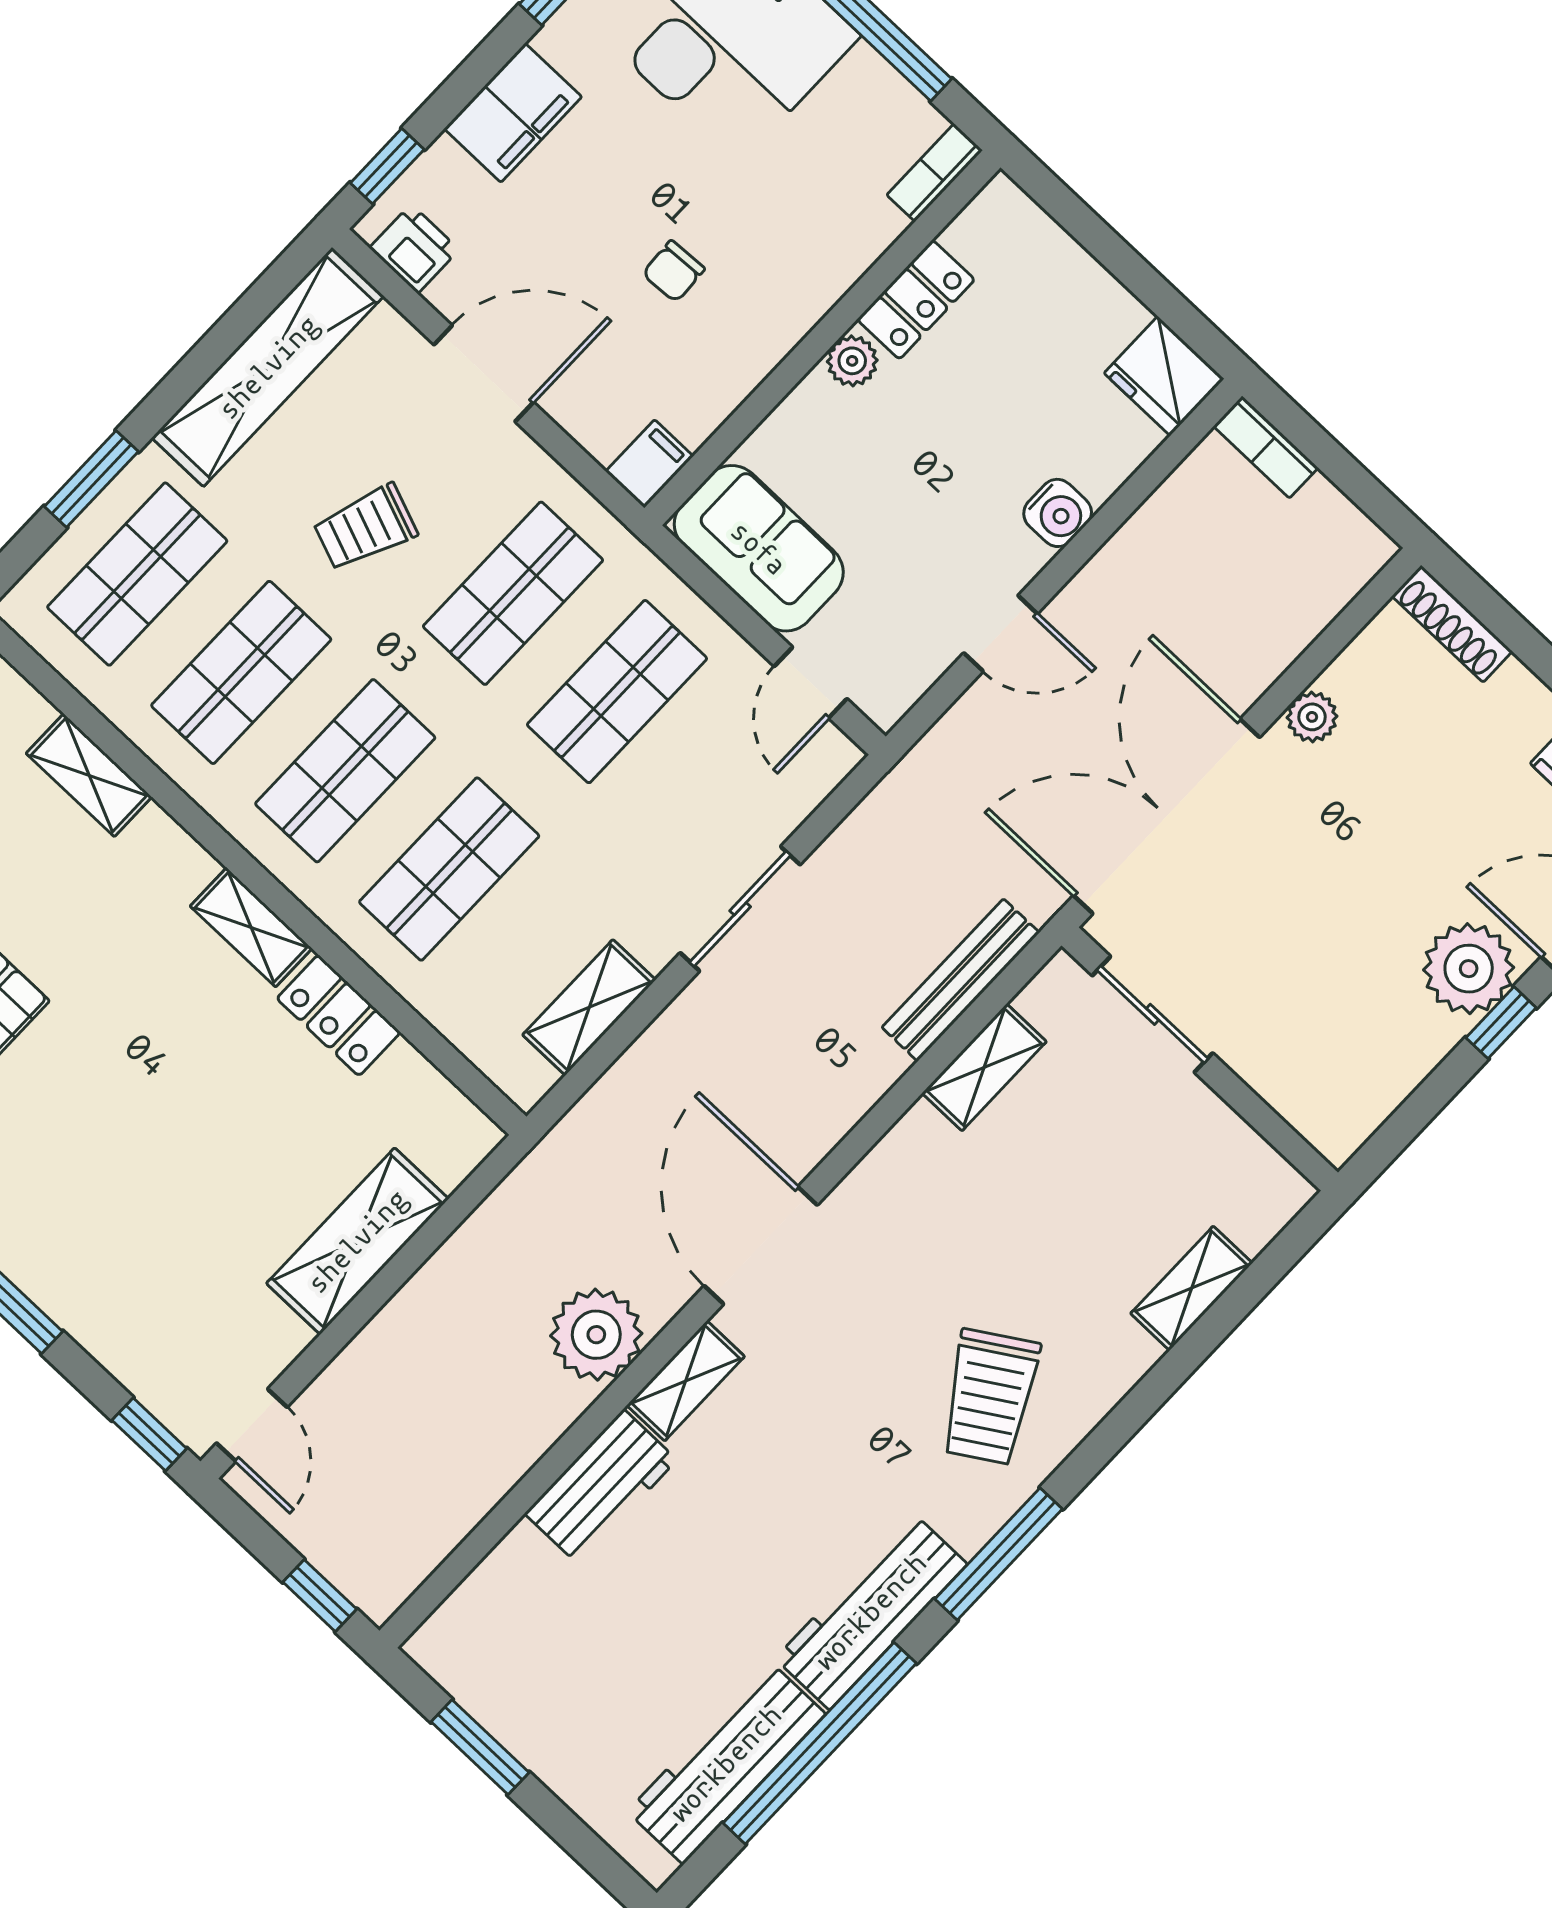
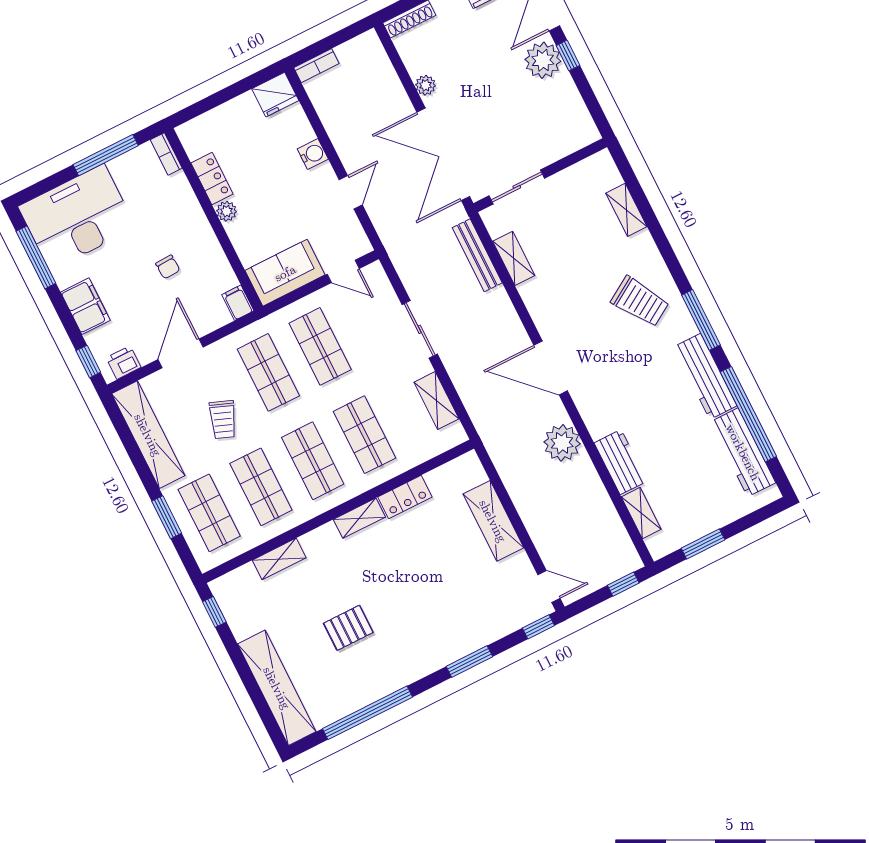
shelving: (686, 1381) -> (641, 513), moved

